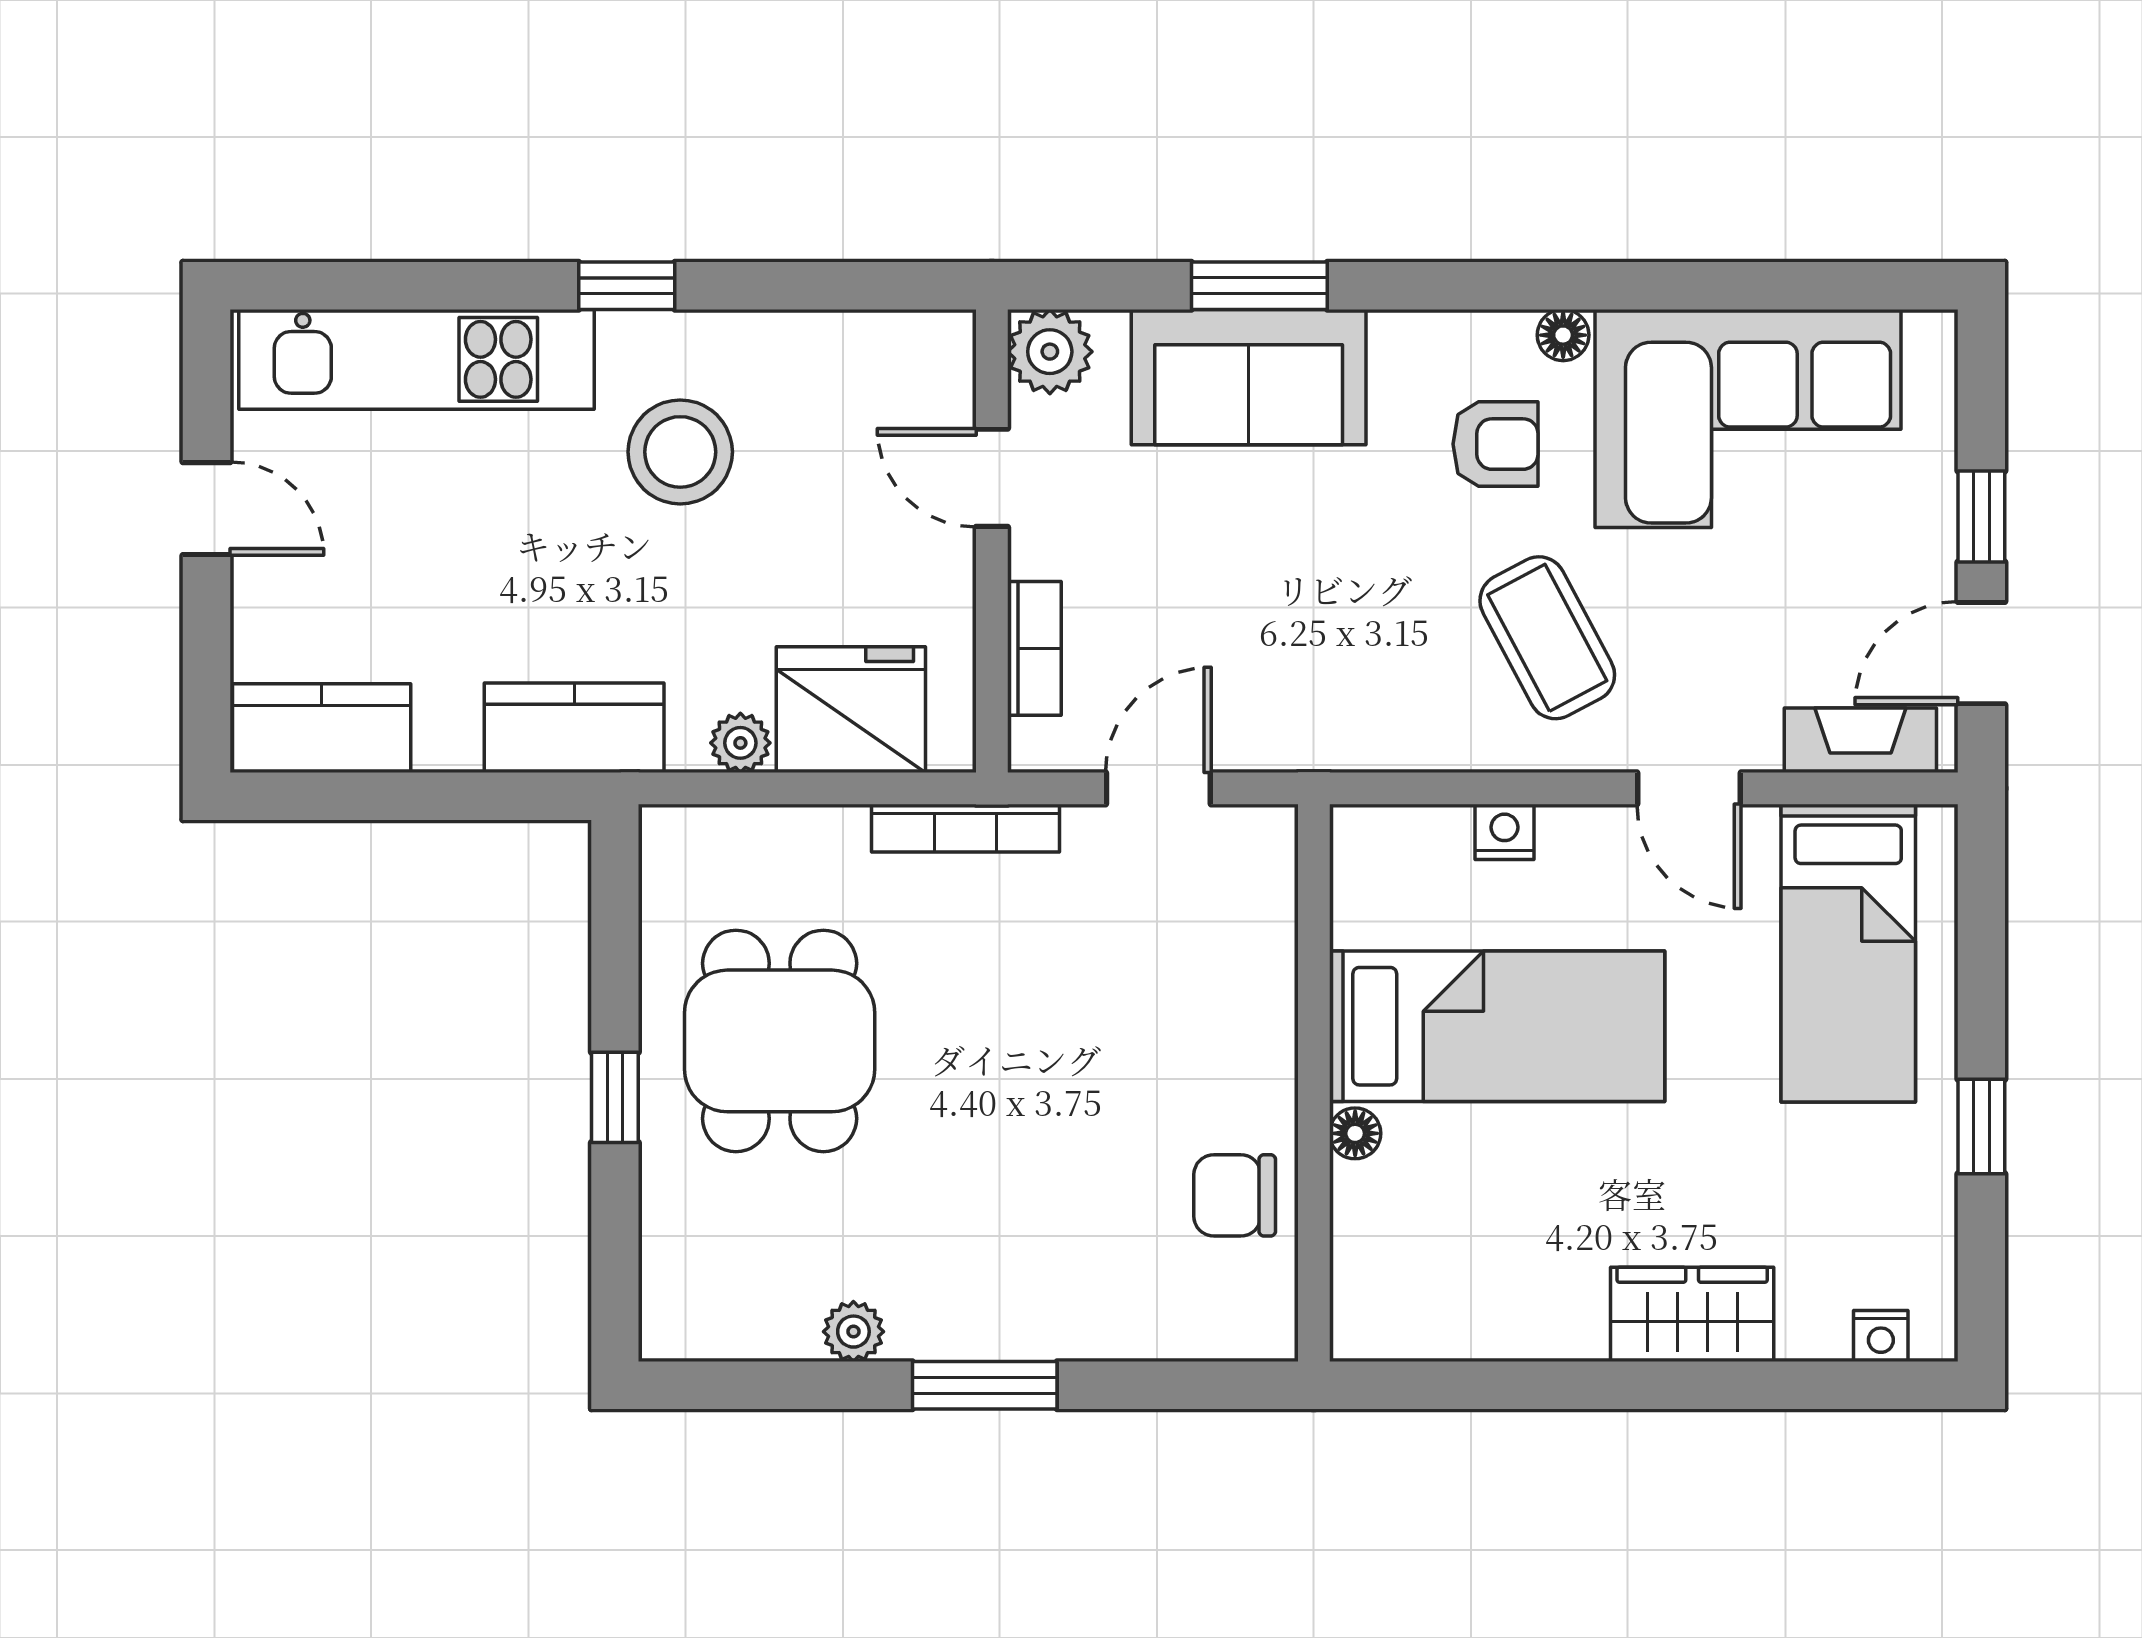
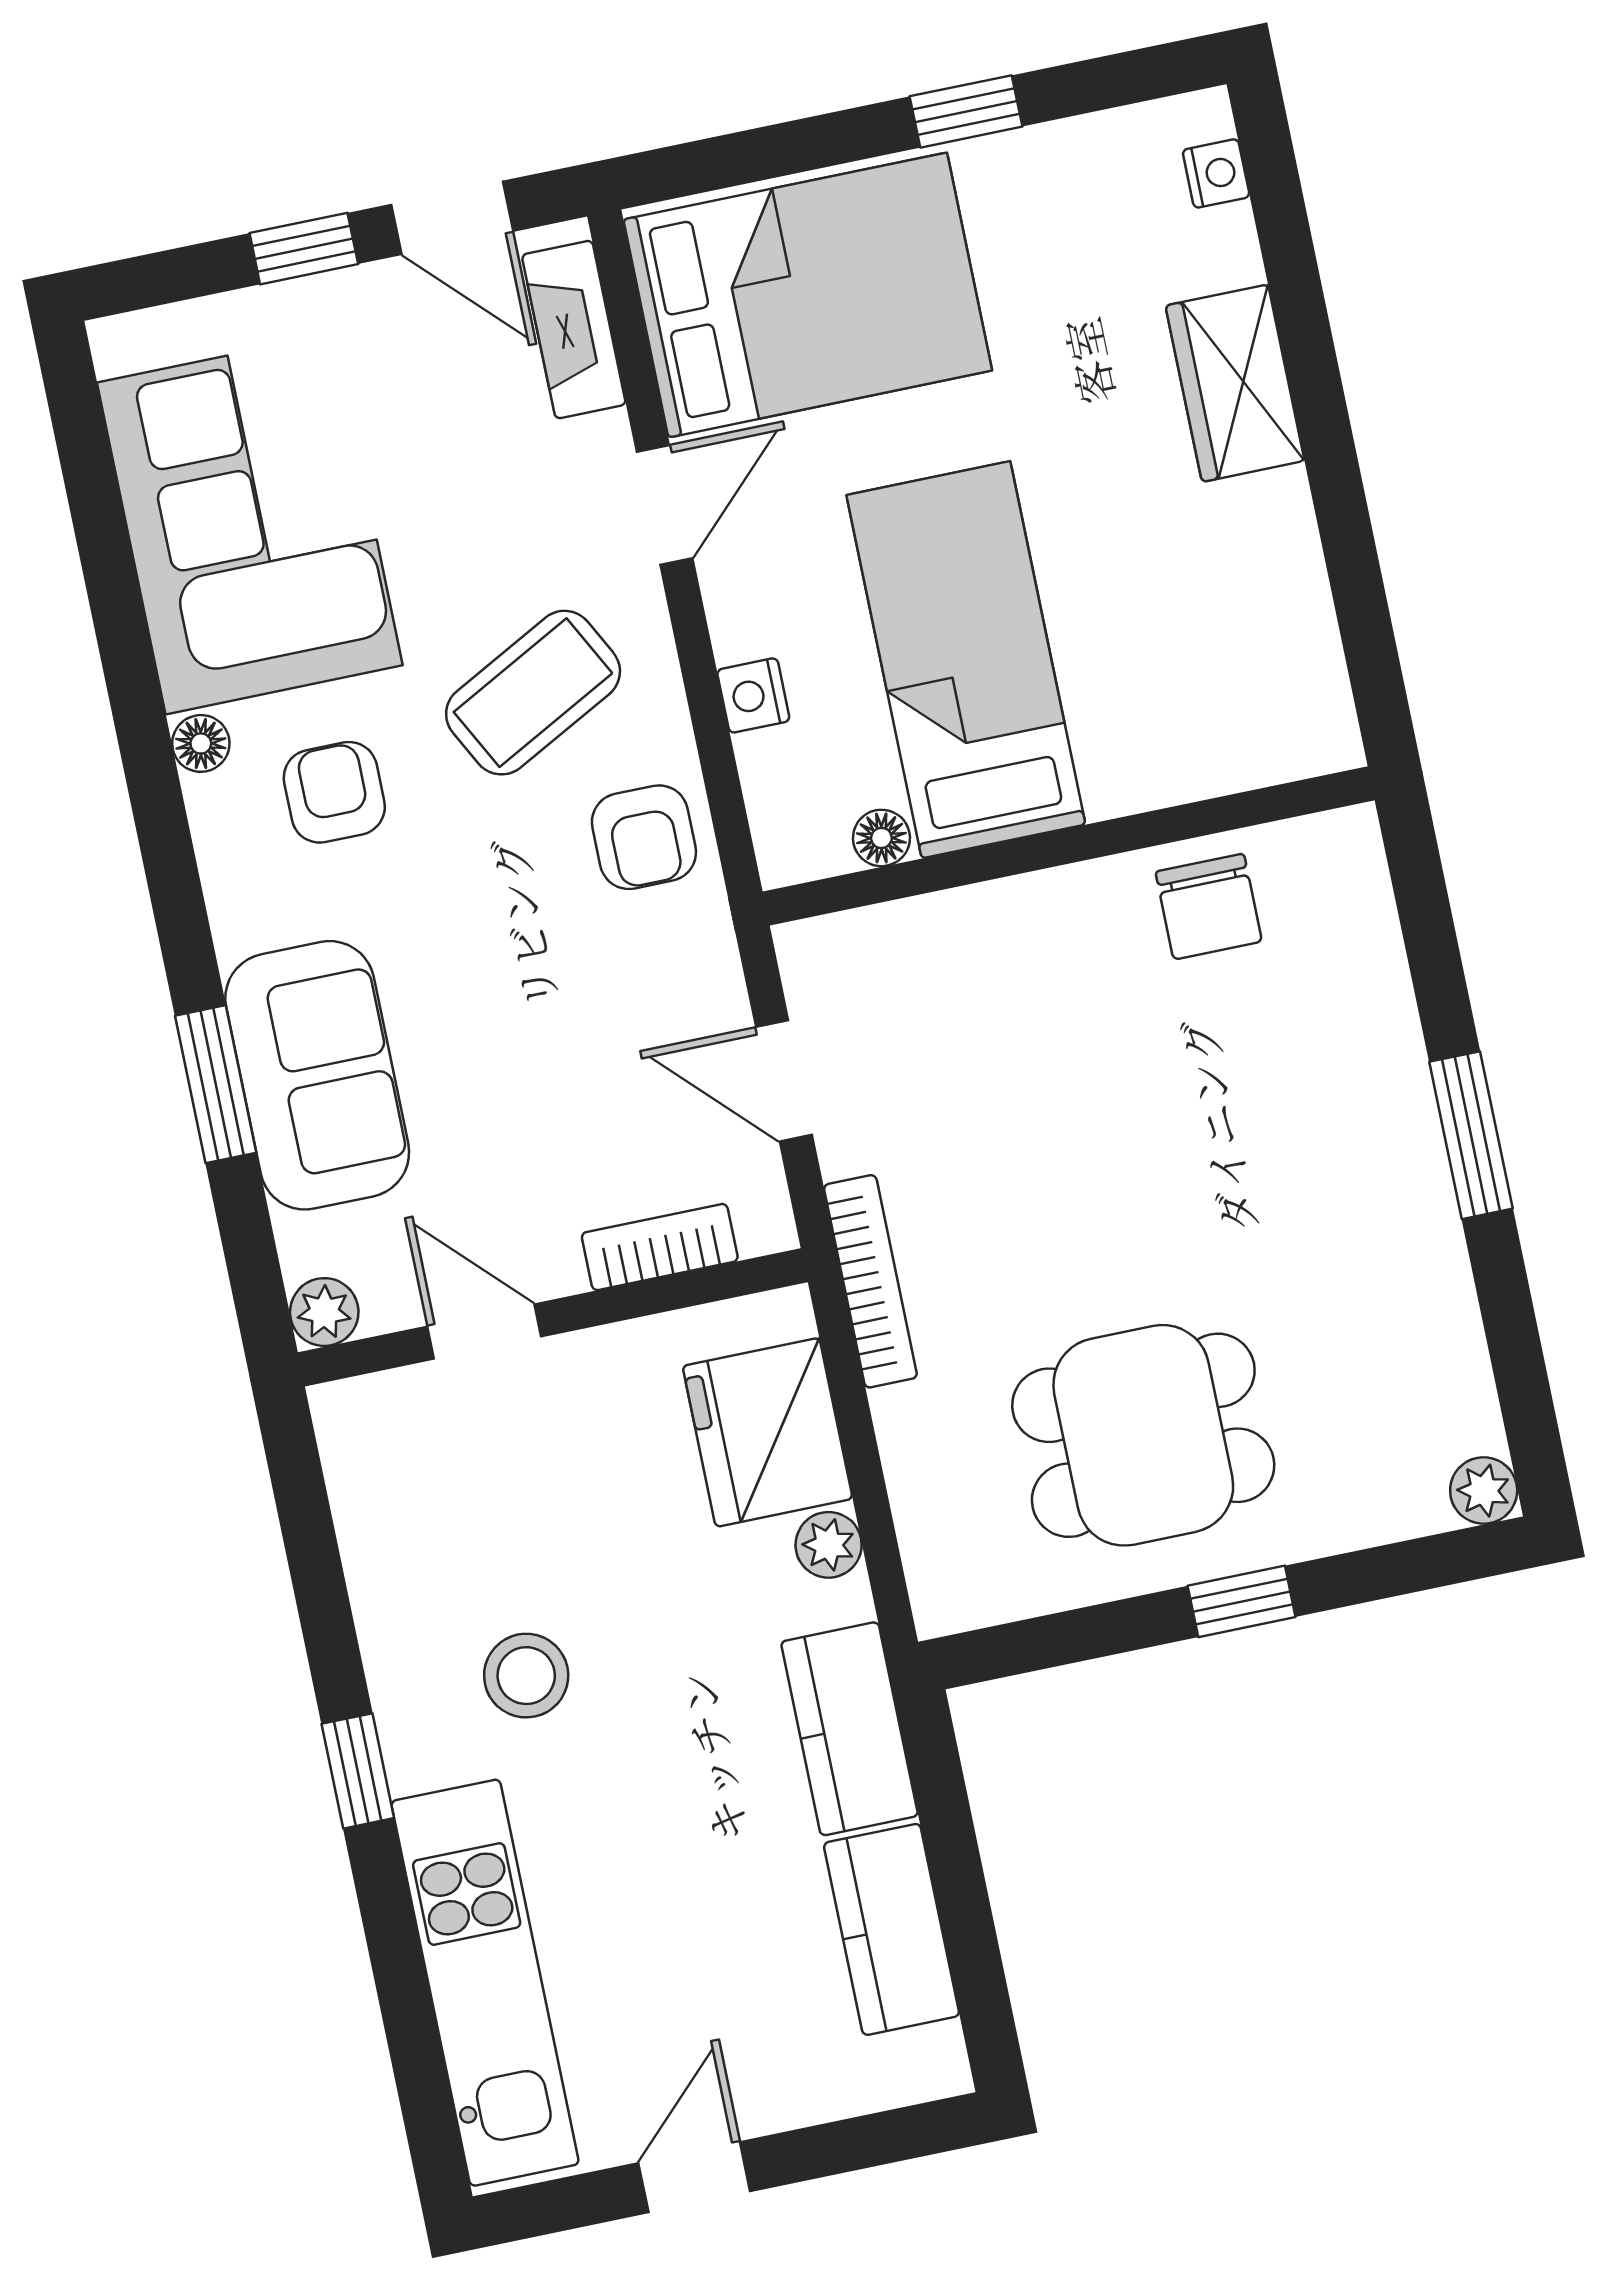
plant: (1050, 352) -> (324, 1312), width x0.73, depth x0.73
stool: (680, 452) -> (526, 1676), width x0.73, depth x0.73
door: (992, 478) -> (484, 1332), swing flipped
armchair: (1399, 709) -> (644, 837), added
kitchen counter: (322, 728) -> (892, 1929), moved
bed: (1848, 953) -> (808, 295), width x1.50
floor lamp: (1355, 1133) -> (881, 838), moved
plant: (853, 1332) -> (1484, 1490), moved

